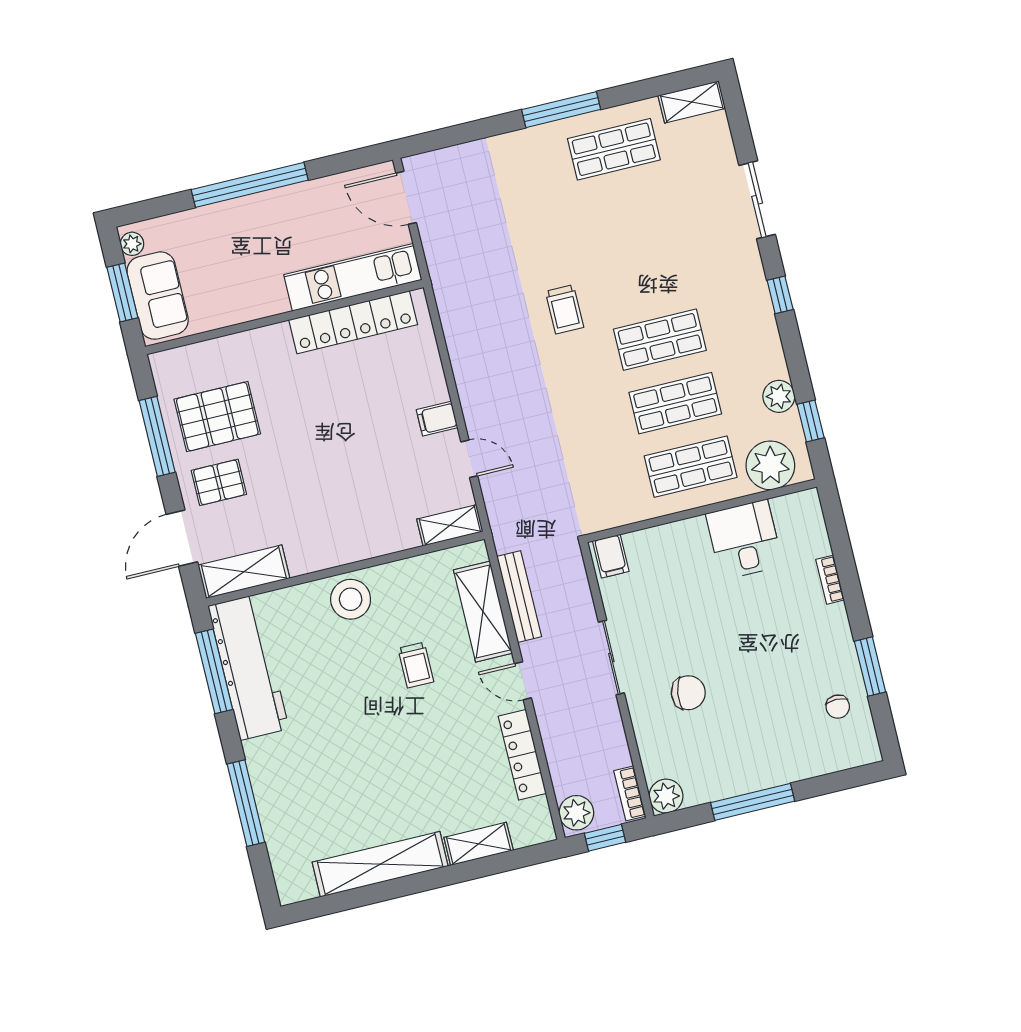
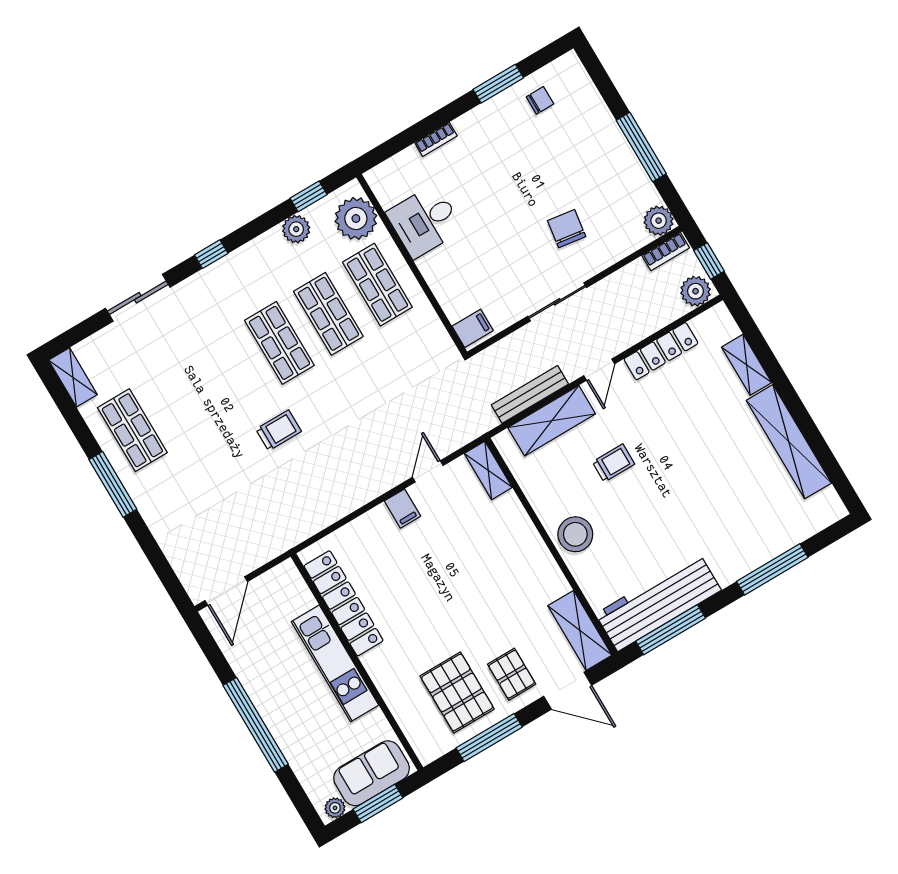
kitchen unit: (353, 277) -> (335, 663), moved

